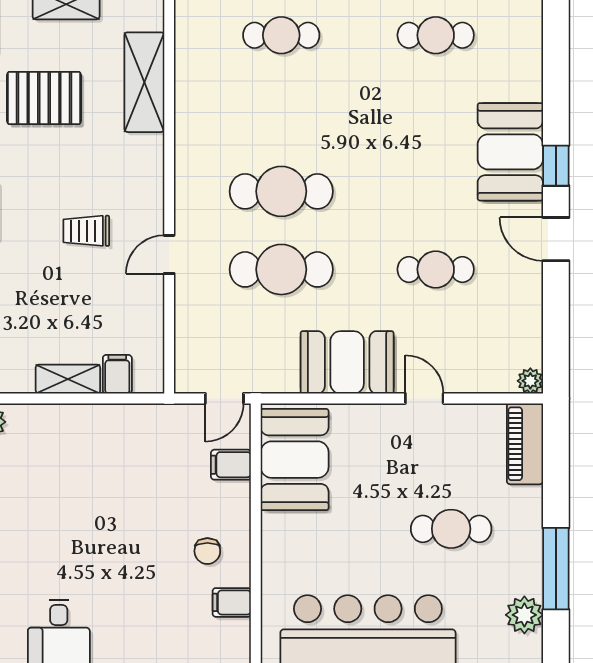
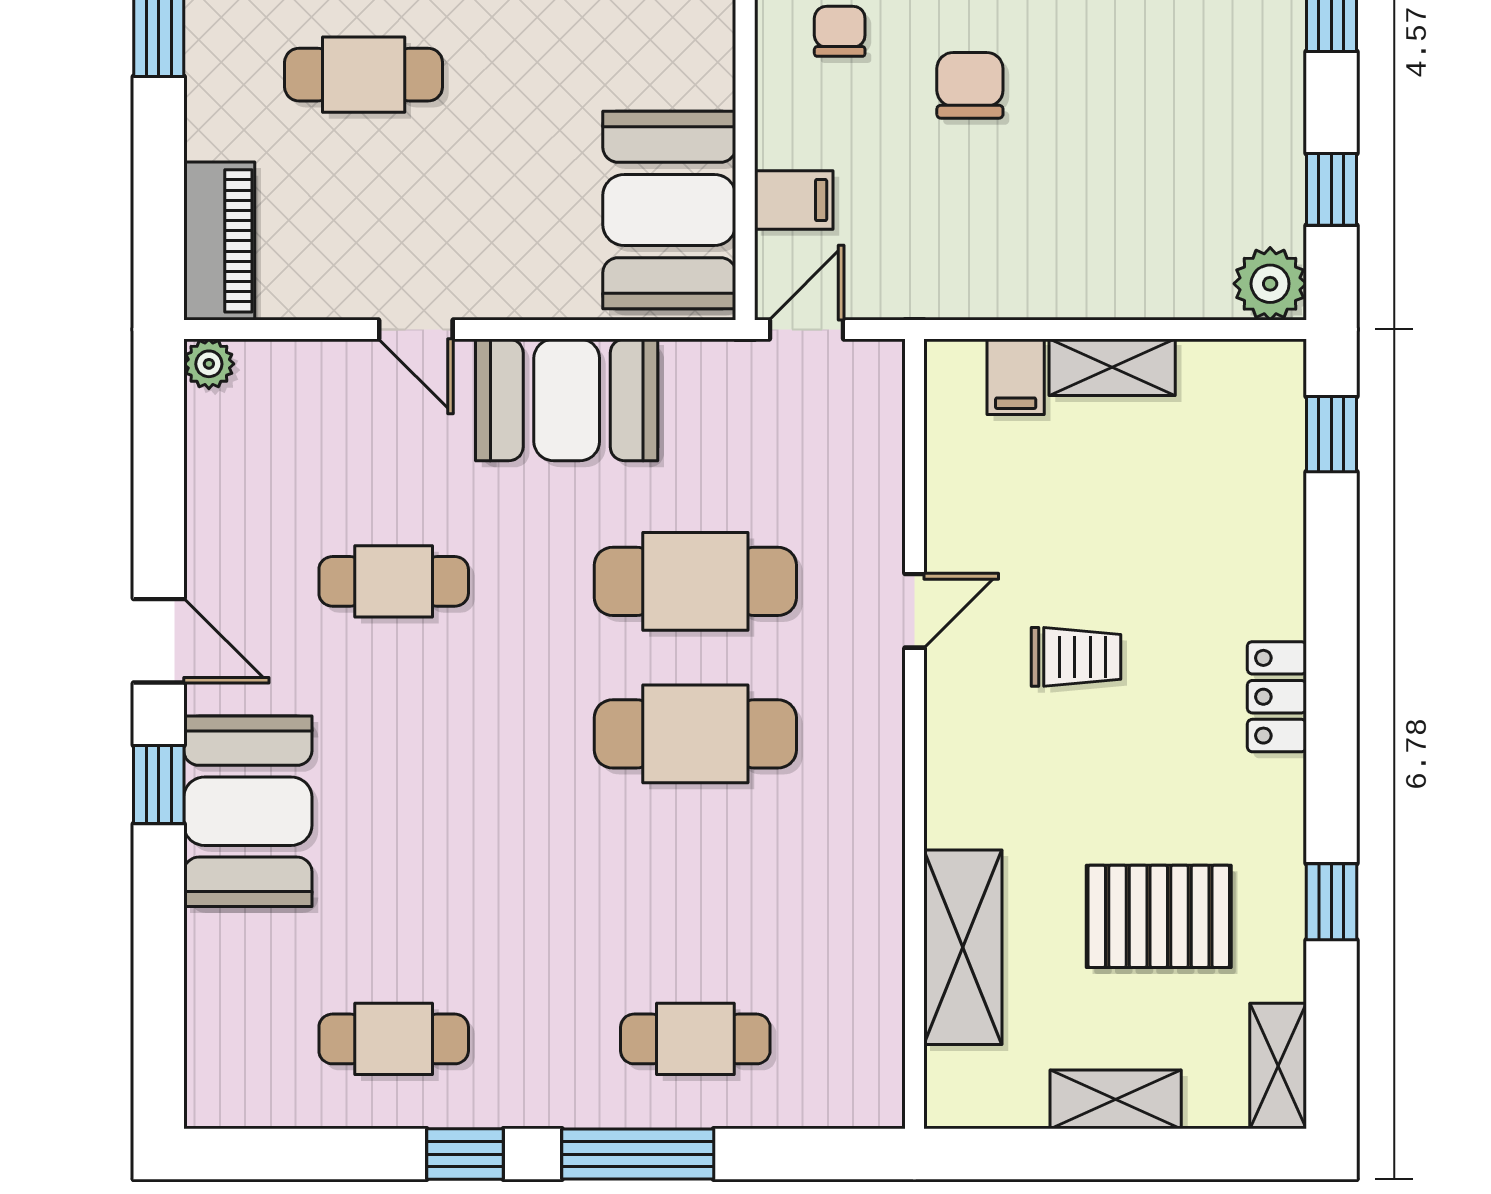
chair: (141, 523) -> (970, 85), added

